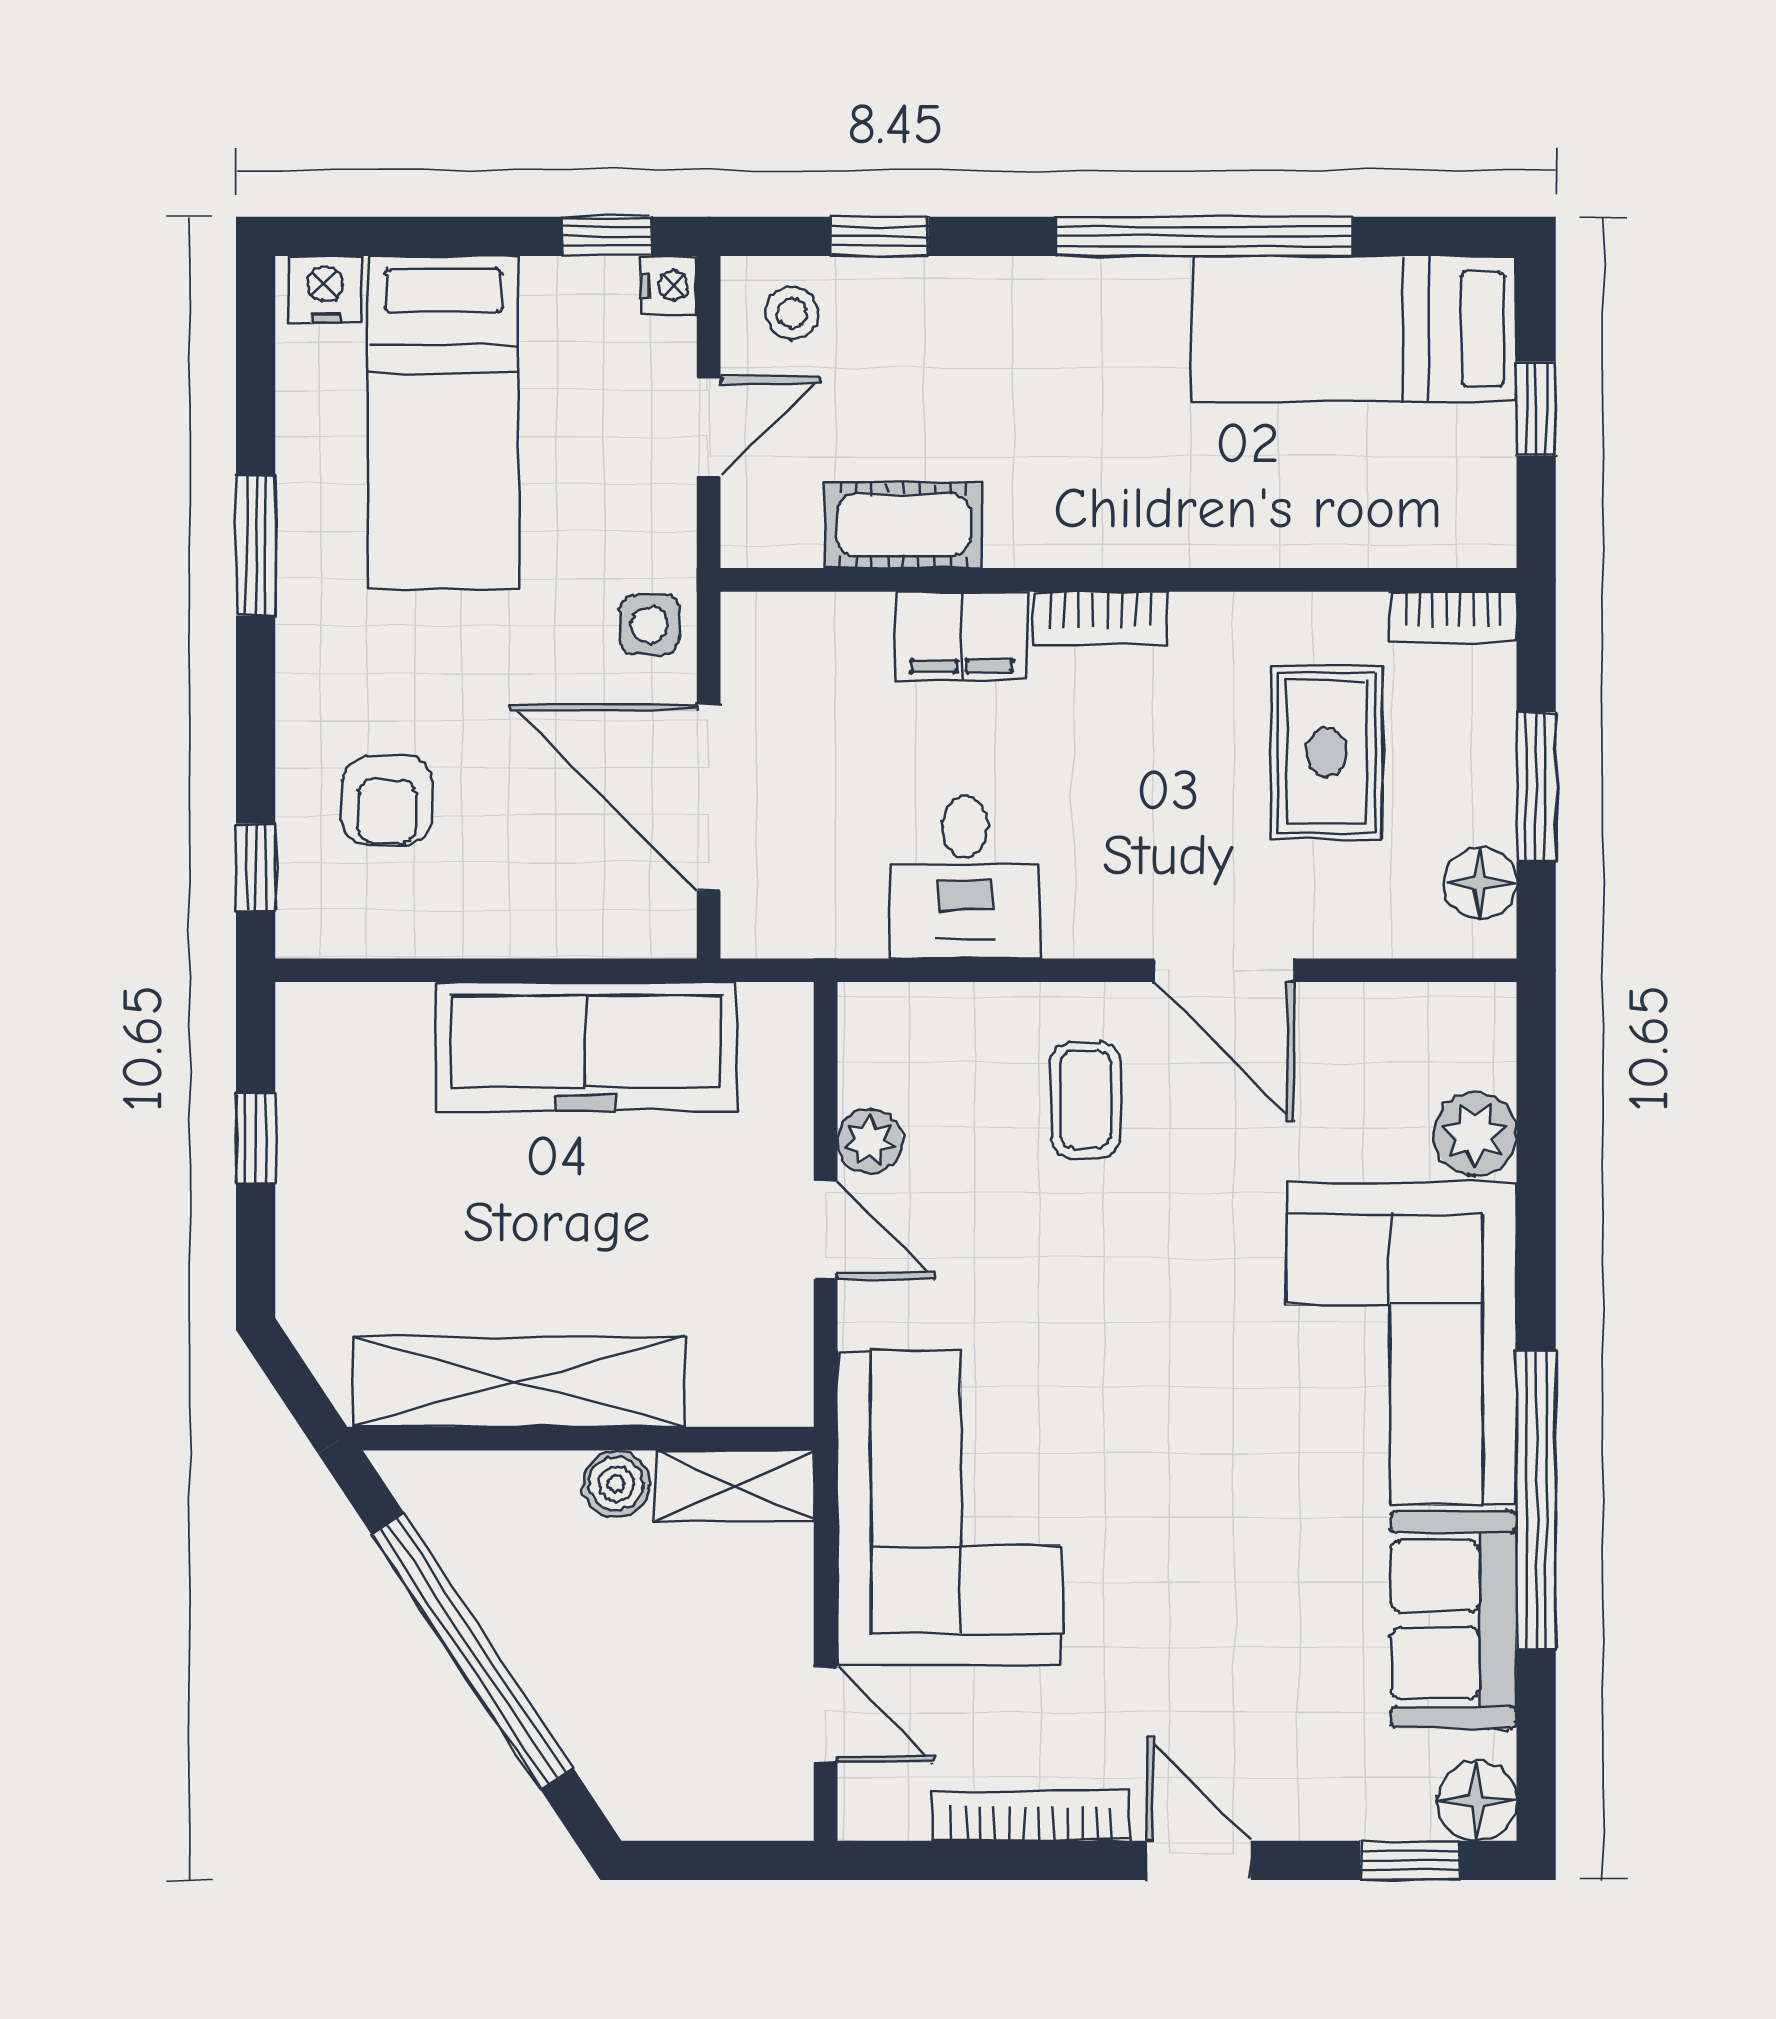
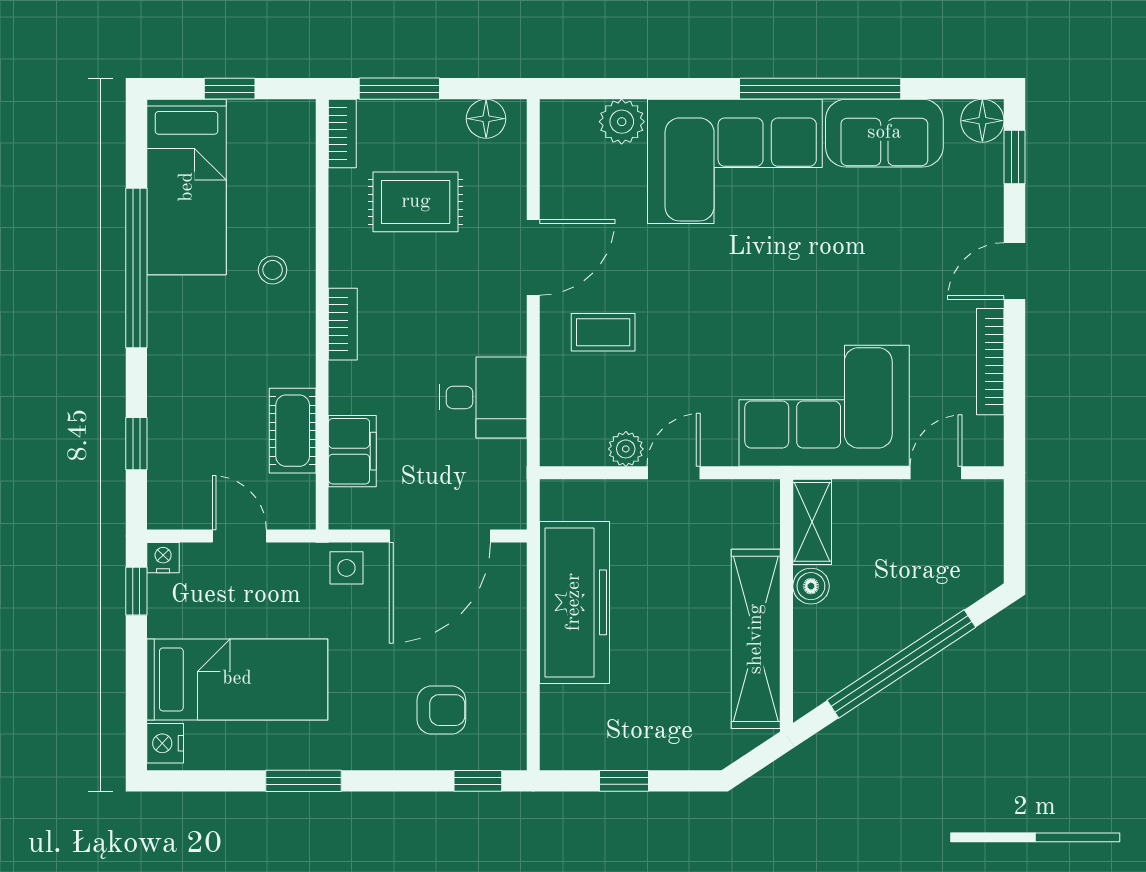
stool: (792, 313) -> (273, 270), moved
filing cabinet: (962, 636) -> (352, 451), moved
window: (1536, 787) -> (399, 89), moved

